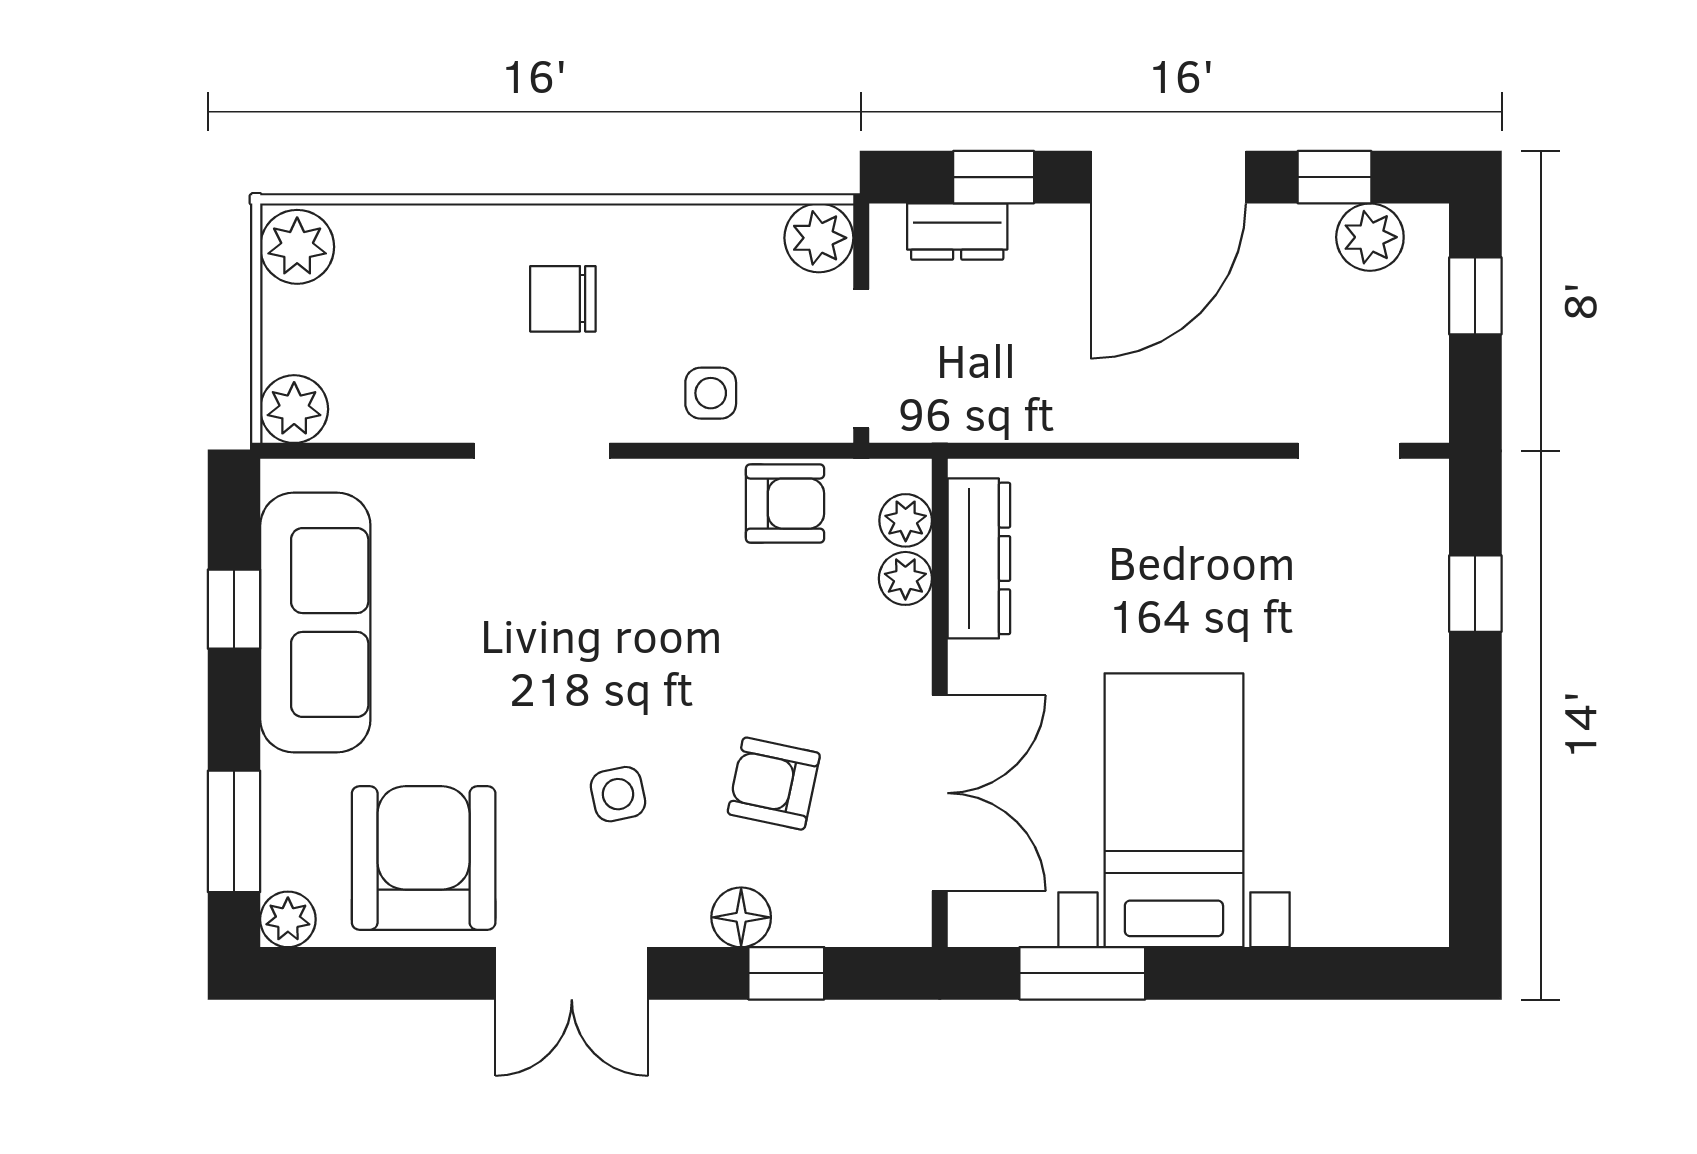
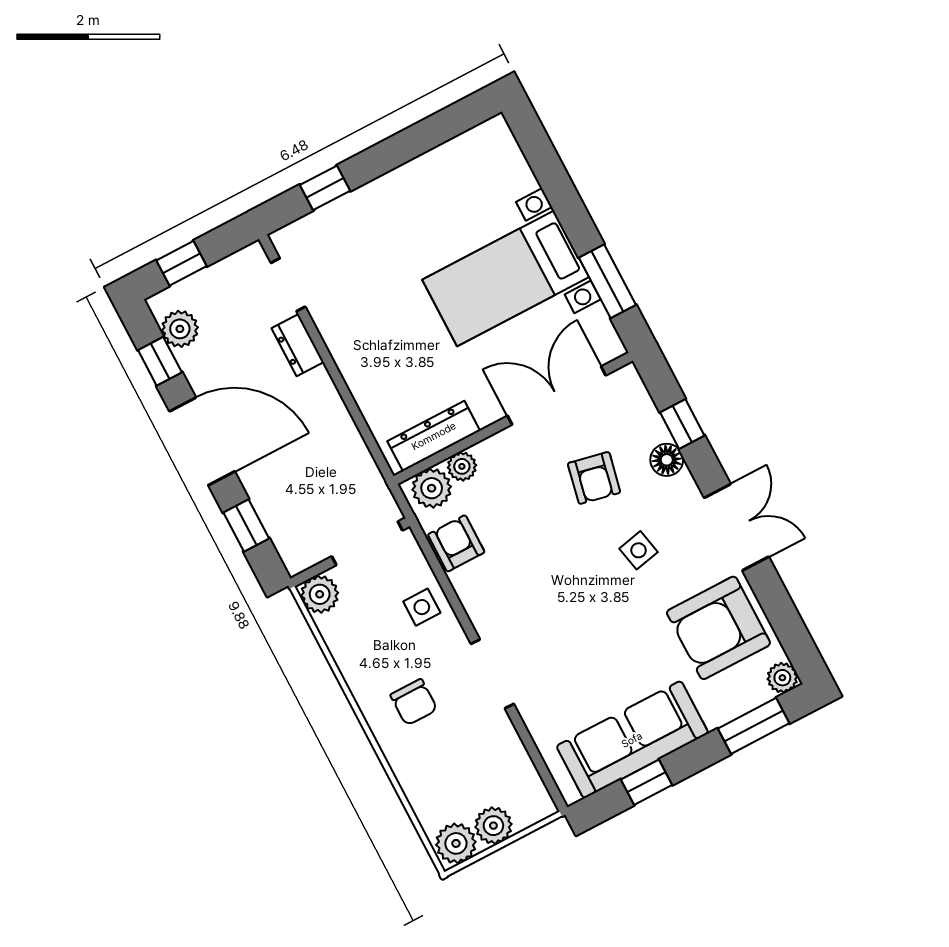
dresser: (957, 232) -> (298, 345), moved, turned 180
plant: (294, 409) -> (493, 826), moved
plant: (906, 520) -> (432, 488), width x1.38, depth x1.38

